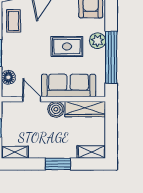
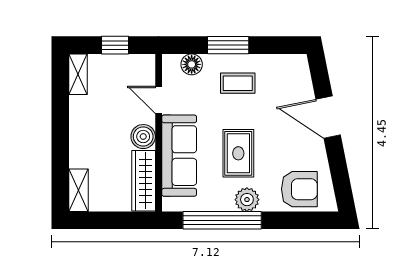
coffee table: (14, 21) -> (238, 83), moved
door: (32, 99) -> (159, 100), swing flipped
window: (58, 164) -> (60, 139), removed

